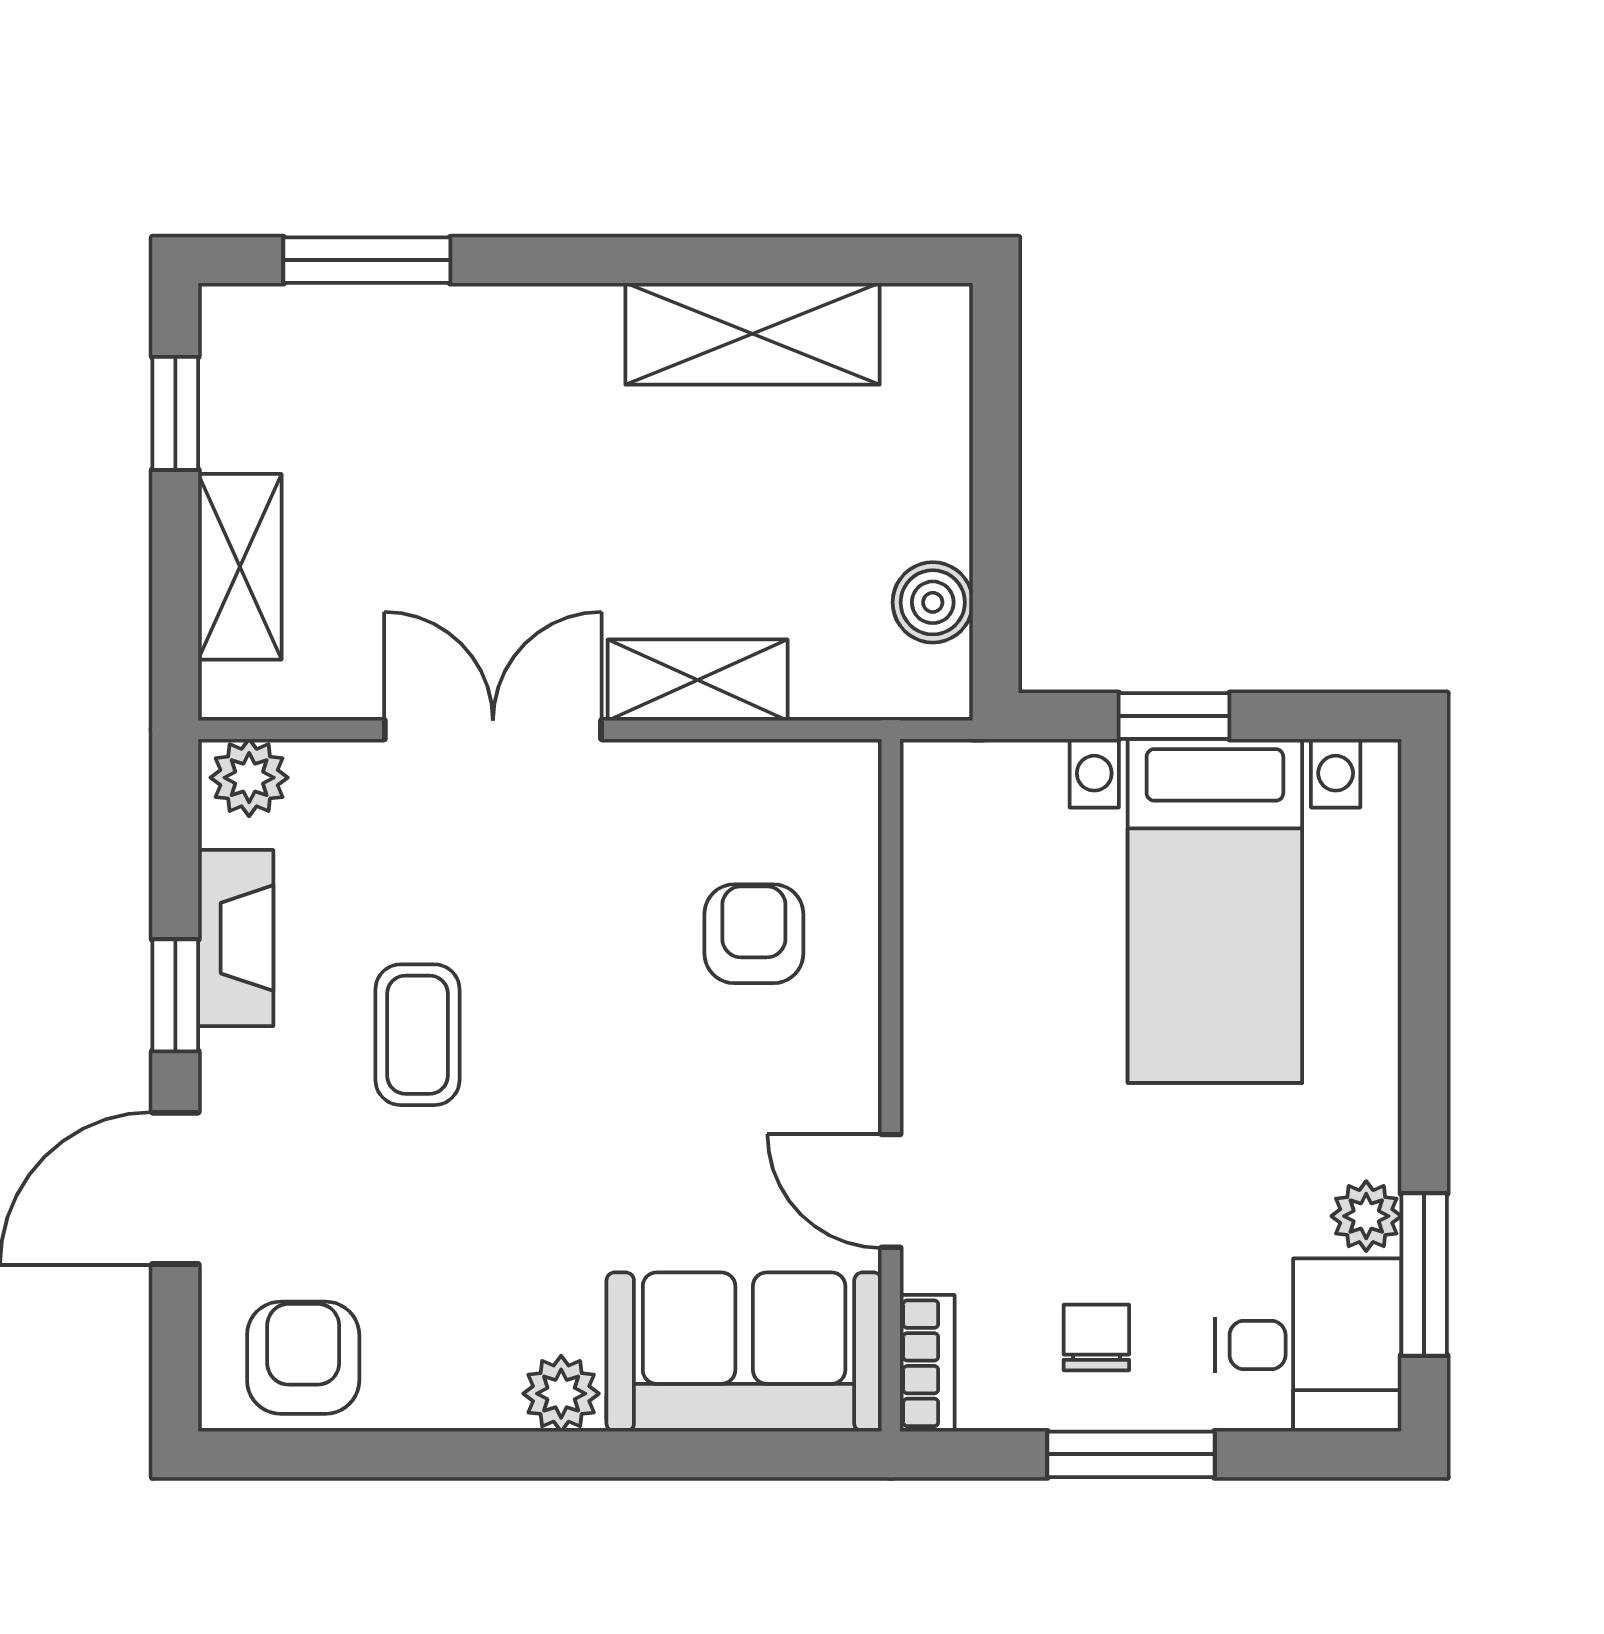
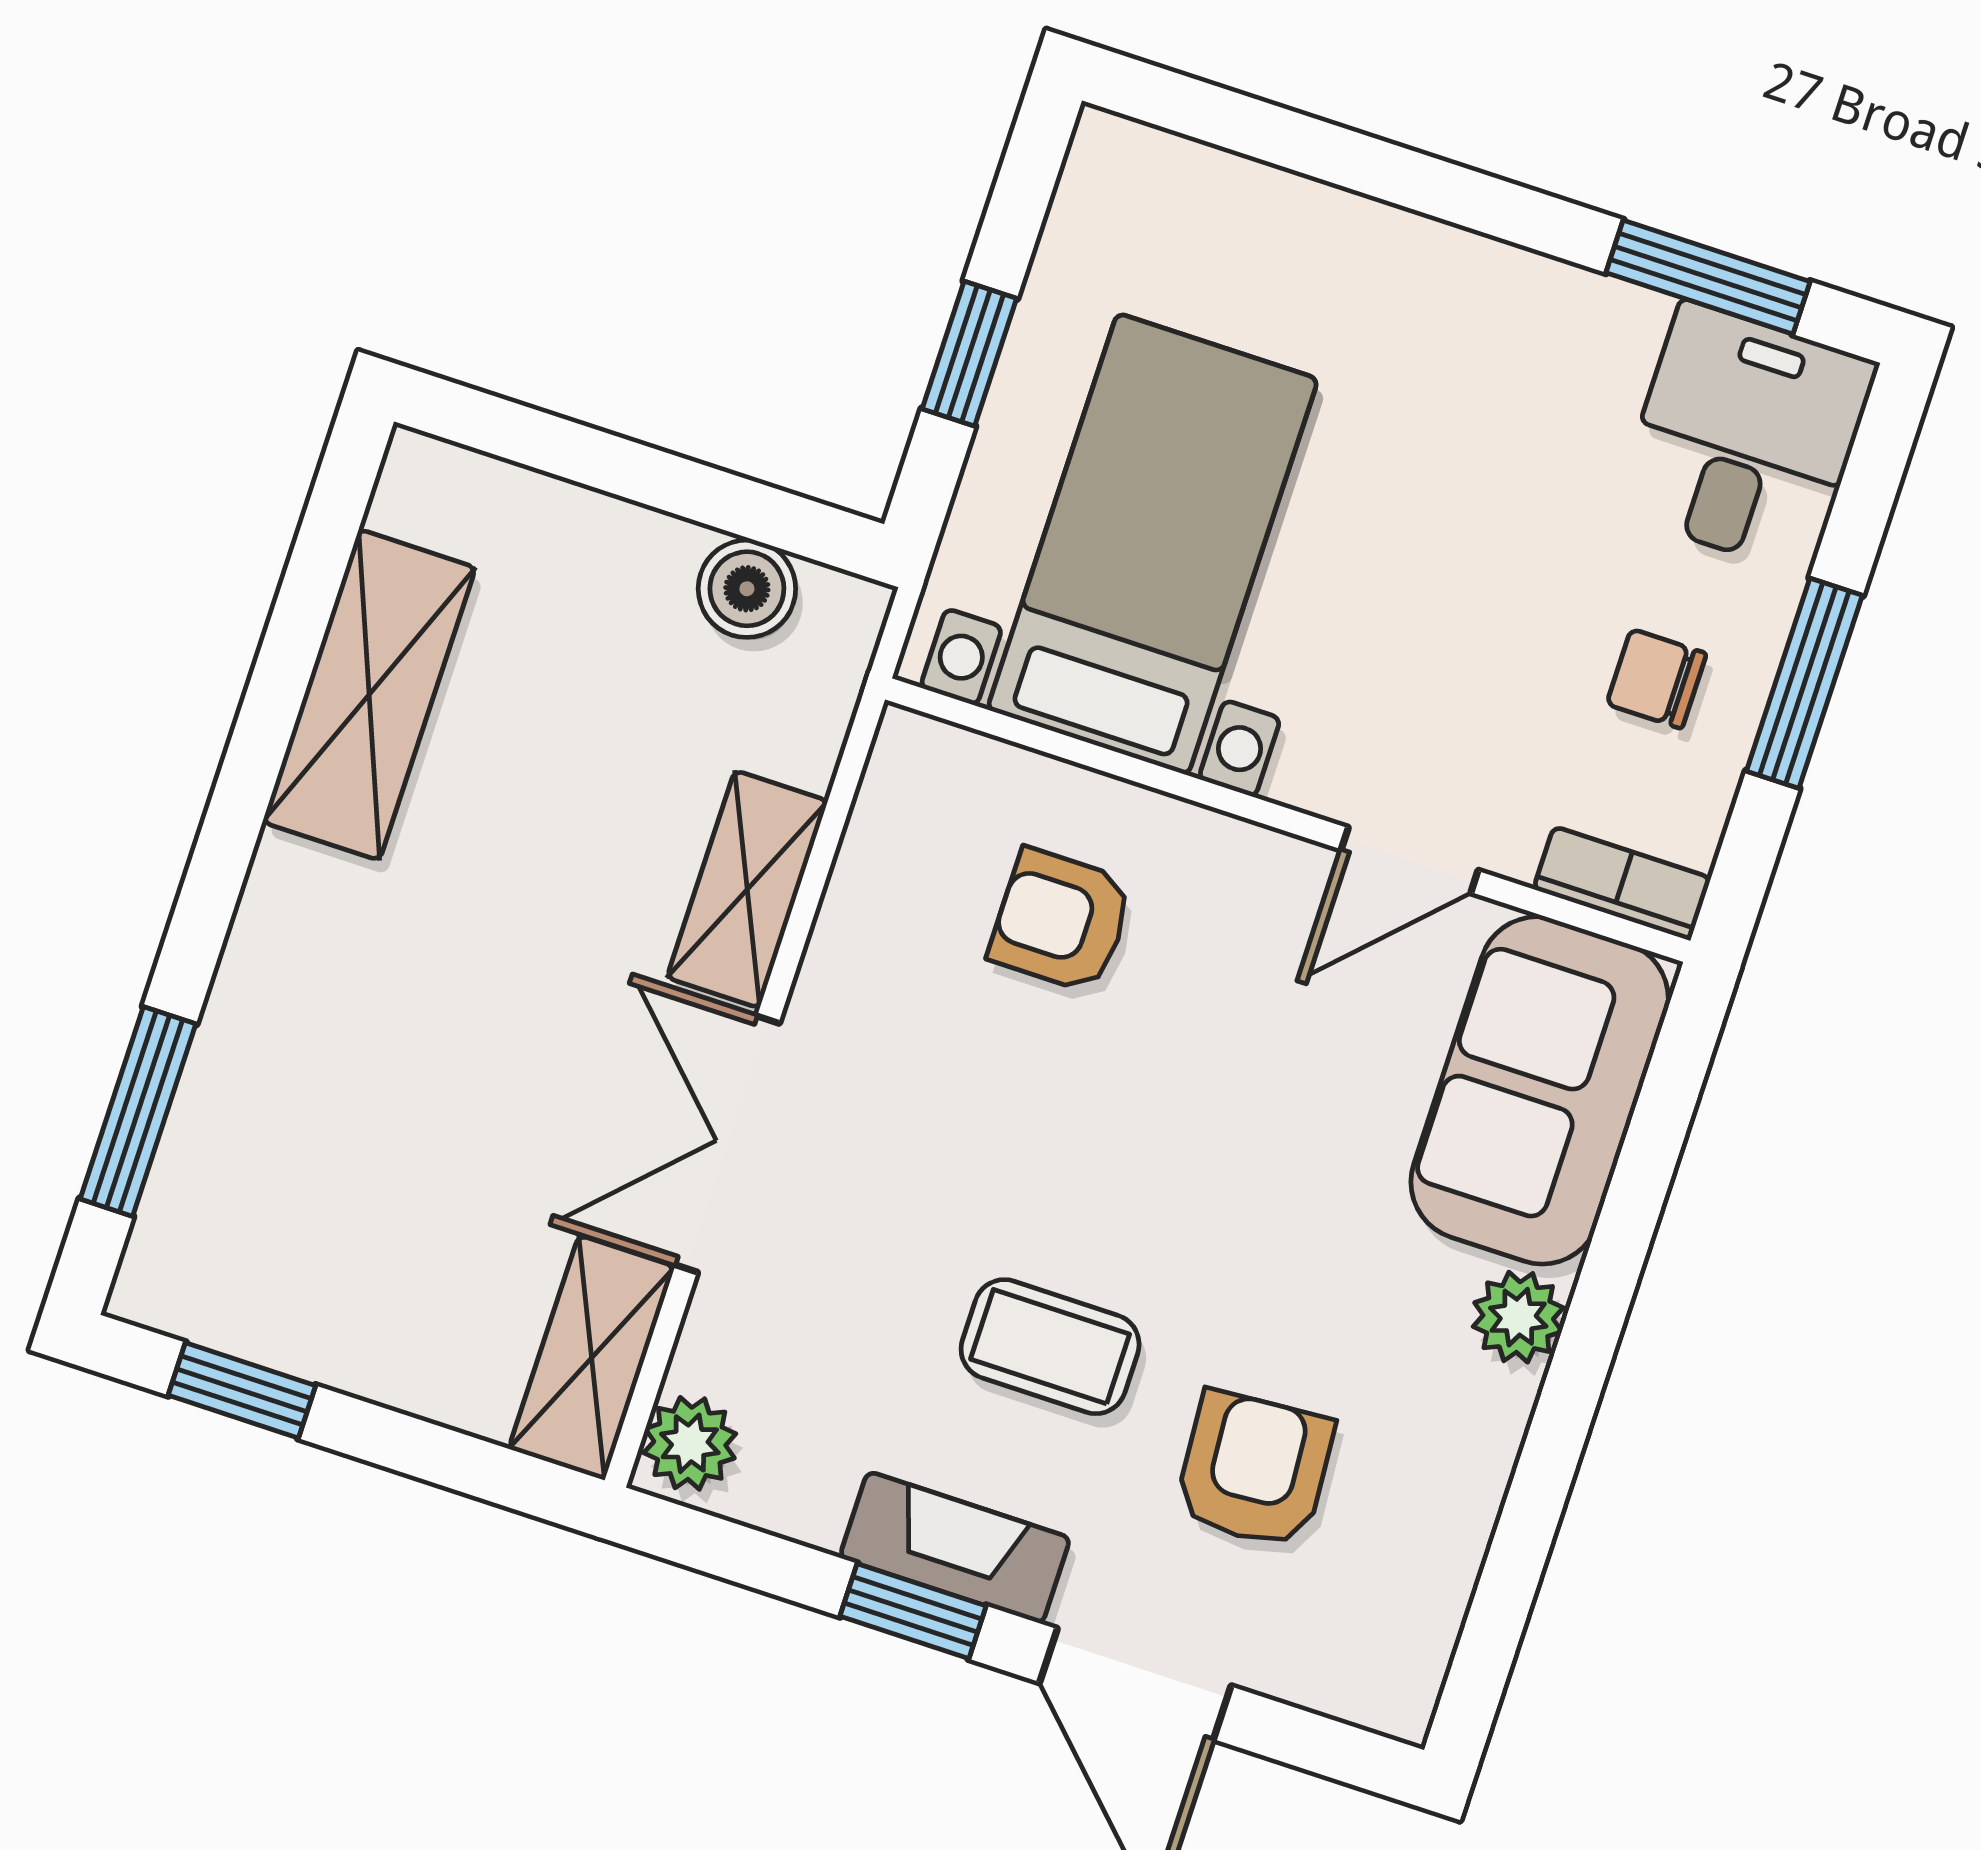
shelving: (240, 567) -> (592, 1358), moved, turned 90
bed with nightstands: (1215, 911) -> (1153, 544), moved, turned -90
fireplace: (236, 938) -> (955, 1548), moved
plant: (1366, 1216) -> (1619, 322), removed
armchair: (303, 1358) -> (1254, 1470), moved, turned 86

